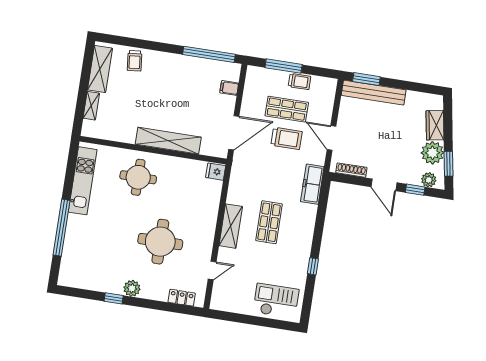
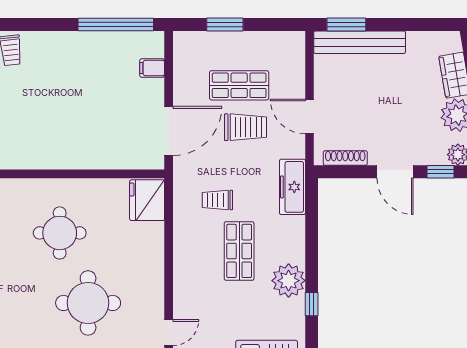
window: (284, 66) -> (225, 25), width x0.69
trolley: (299, 81) -> (217, 200), moved, turned 180
shelving: (168, 141) -> (77, 157), removed
fridge: (216, 172) -> (147, 200), width x1.88, depth x1.34
round table: (138, 177) -> (60, 233), moved
shelving: (231, 226) -> (185, 265), removed
plant: (300, 248) -> (289, 281), added

